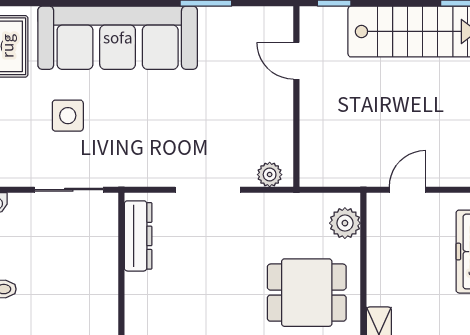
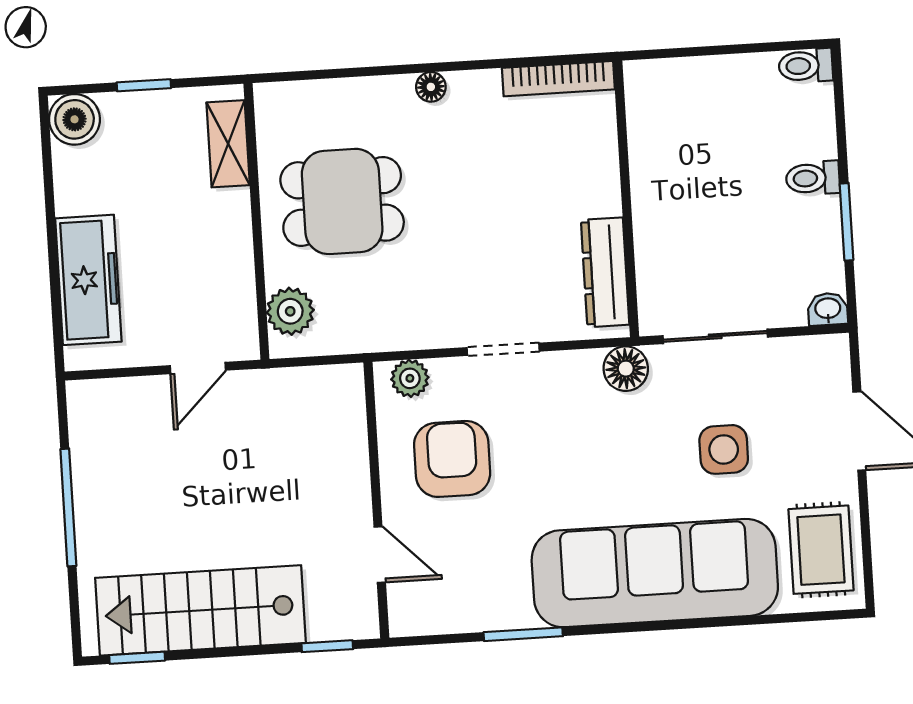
armchair: (245, 120) -> (452, 459), added
floor lamp: (128, 172) -> (626, 369), added
doorway: (208, 190) -> (503, 349), width x0.73

